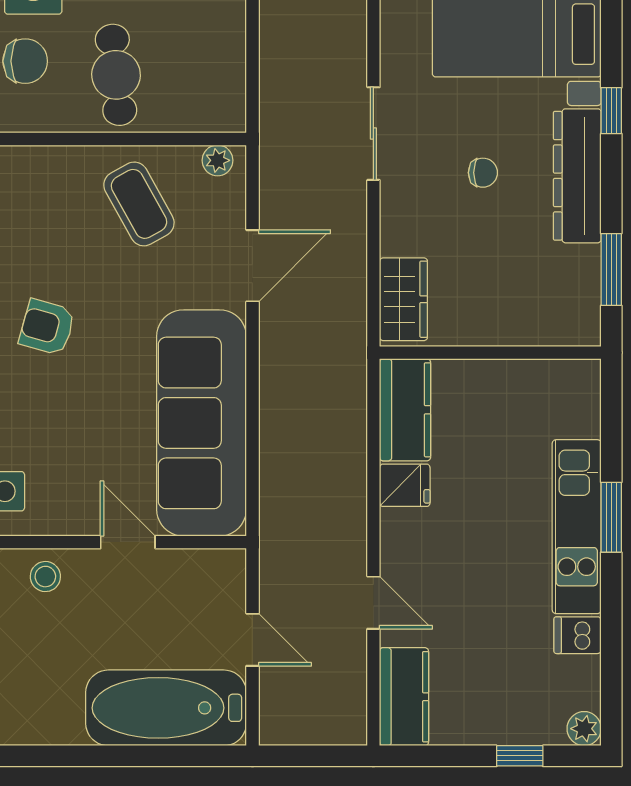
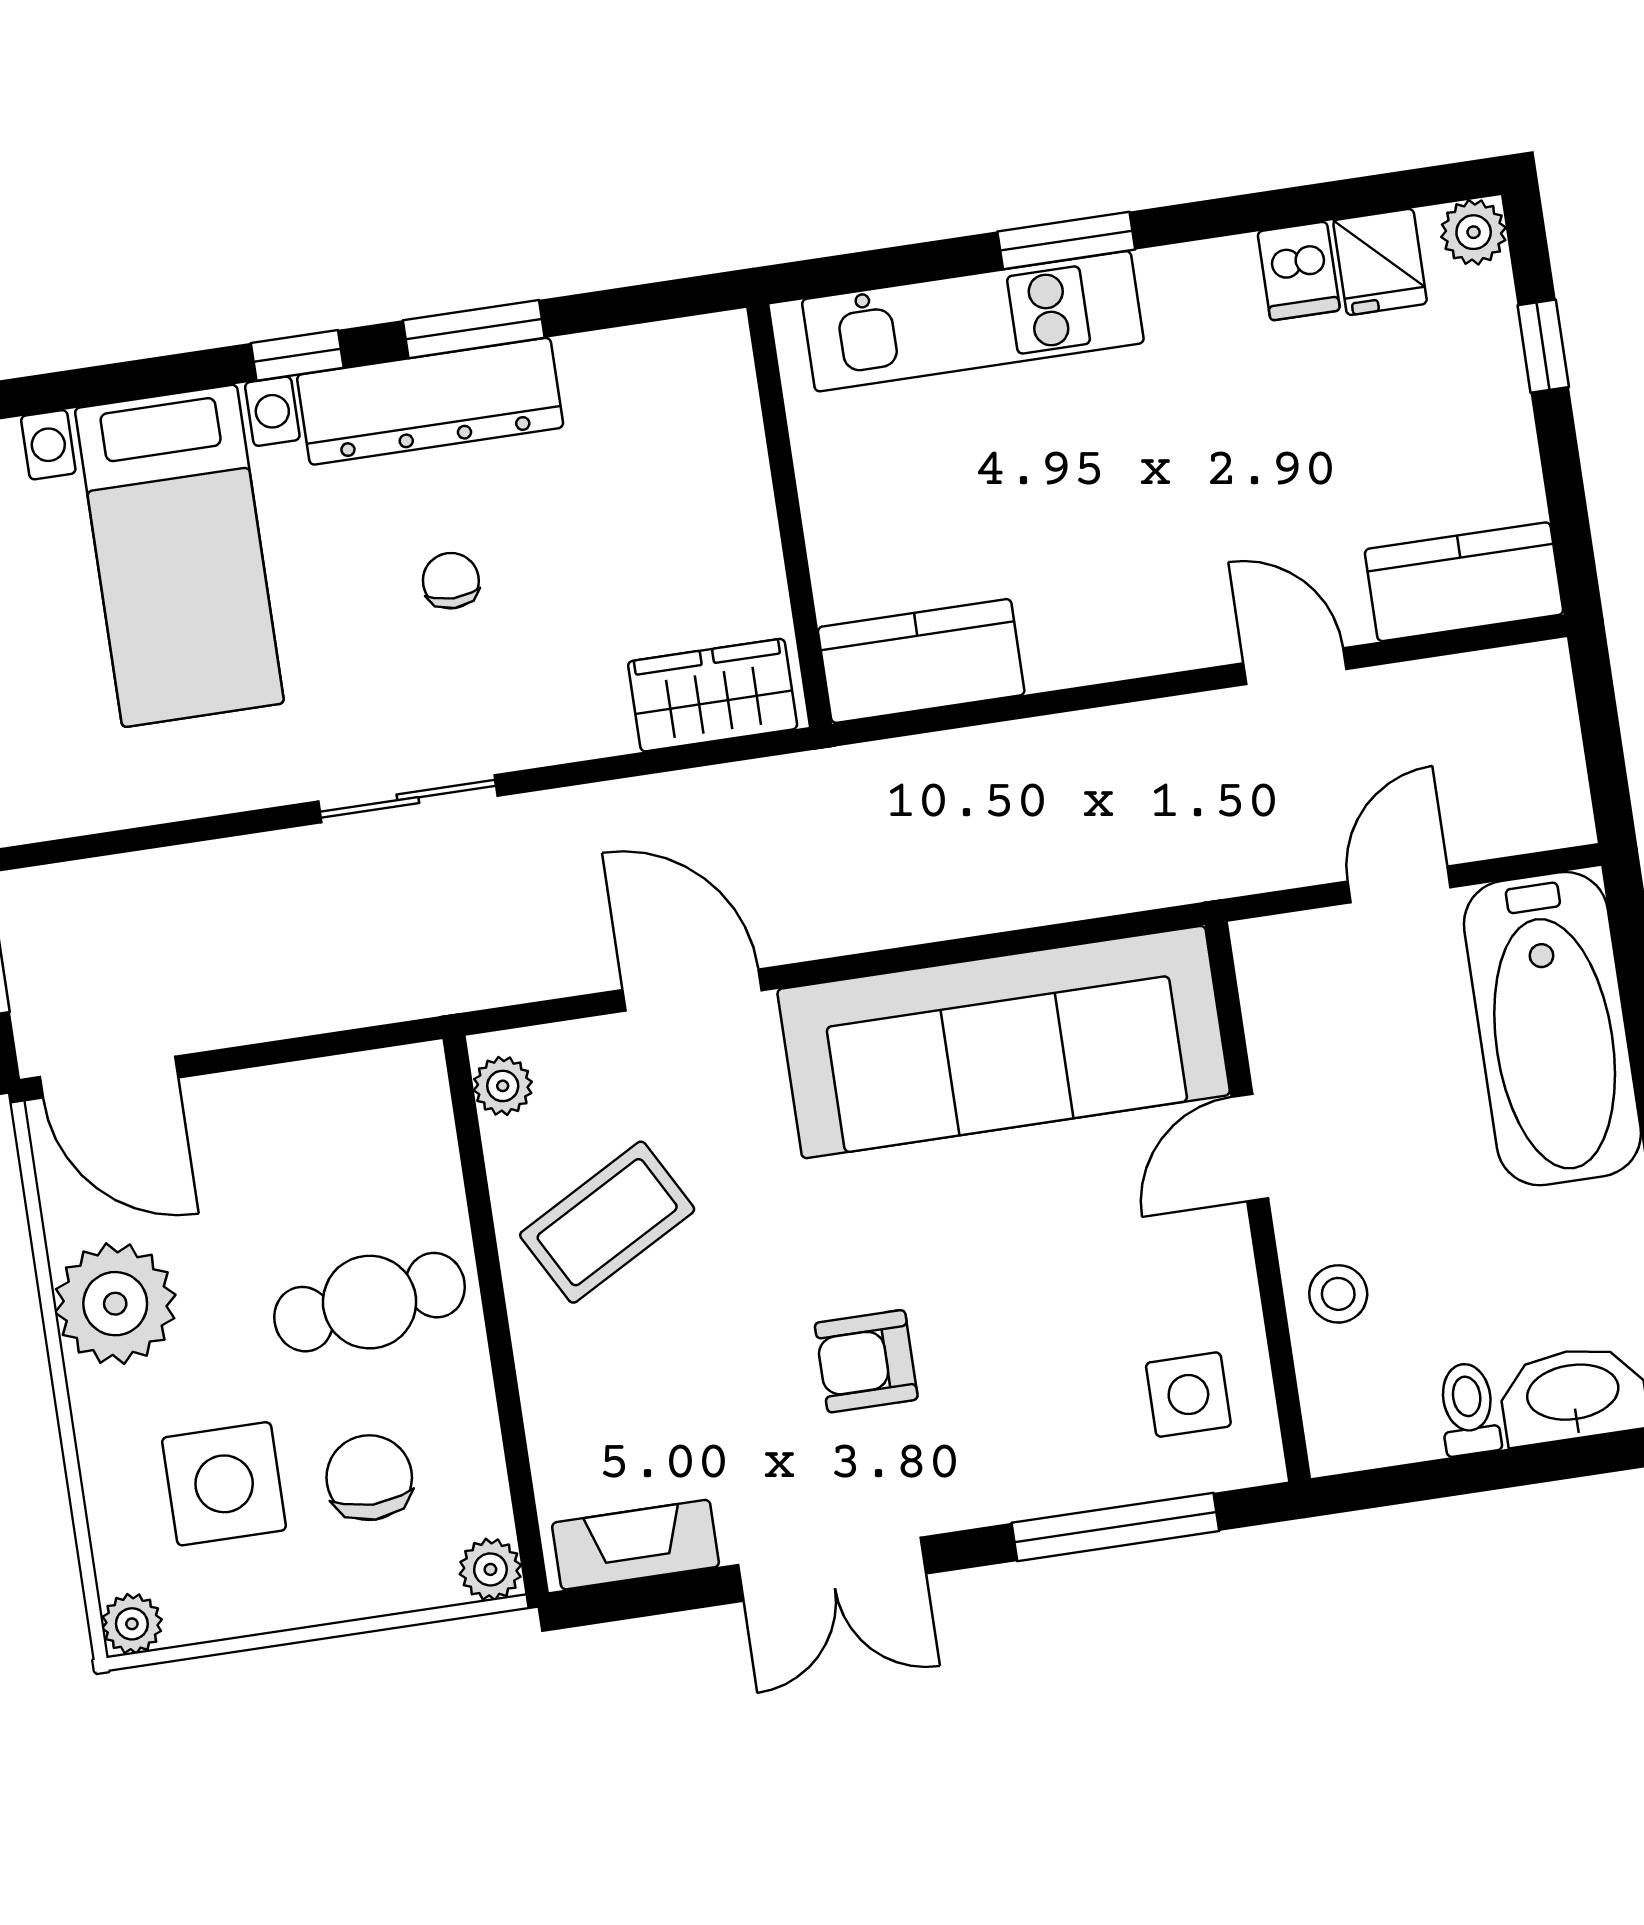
window: (611, 270) -> (474, 329), moved
armchair: (47, 327) -> (866, 1361), turned 74
fridge: (405, 485) -> (1380, 262), moved, turned 180
kitchen unit: (577, 527) -> (973, 321), moved
door: (373, 603) -> (1295, 666), hinge flipped

